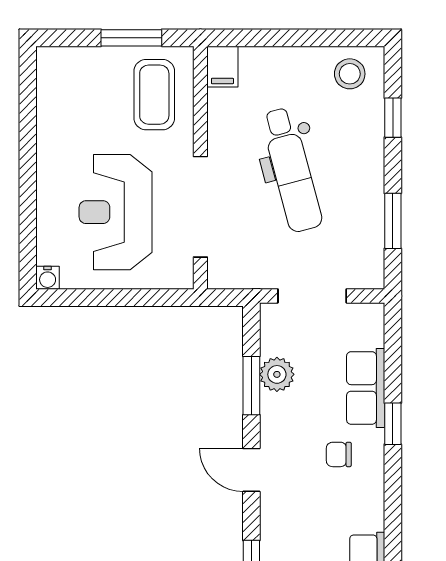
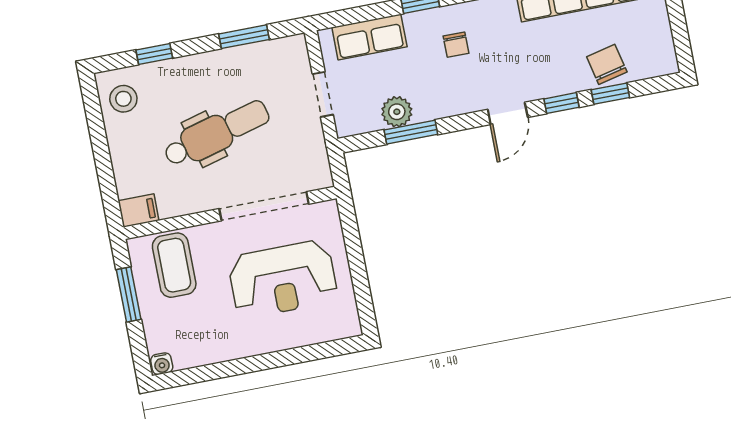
coffee table: (154, 95) -> (174, 265), turned 90
water cooler: (48, 278) -> (162, 364), moved, turned 90
doorway: (312, 296) -> (323, 94), width x0.73
row of seats: (366, 388) -> (369, 37), moved
door: (251, 470) -> (508, 113), moved

